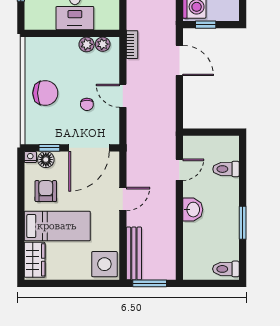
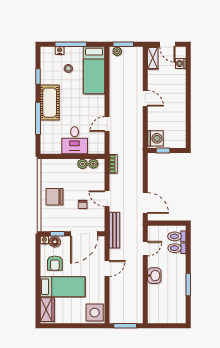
door: (179, 60) -> (145, 203), moved
chair: (45, 93) -> (55, 197), turned 180
armchair: (46, 191) -> (55, 263), turned 180
bench: (134, 253) -> (115, 230), moved
toilet: (226, 269) -> (177, 236), moved

